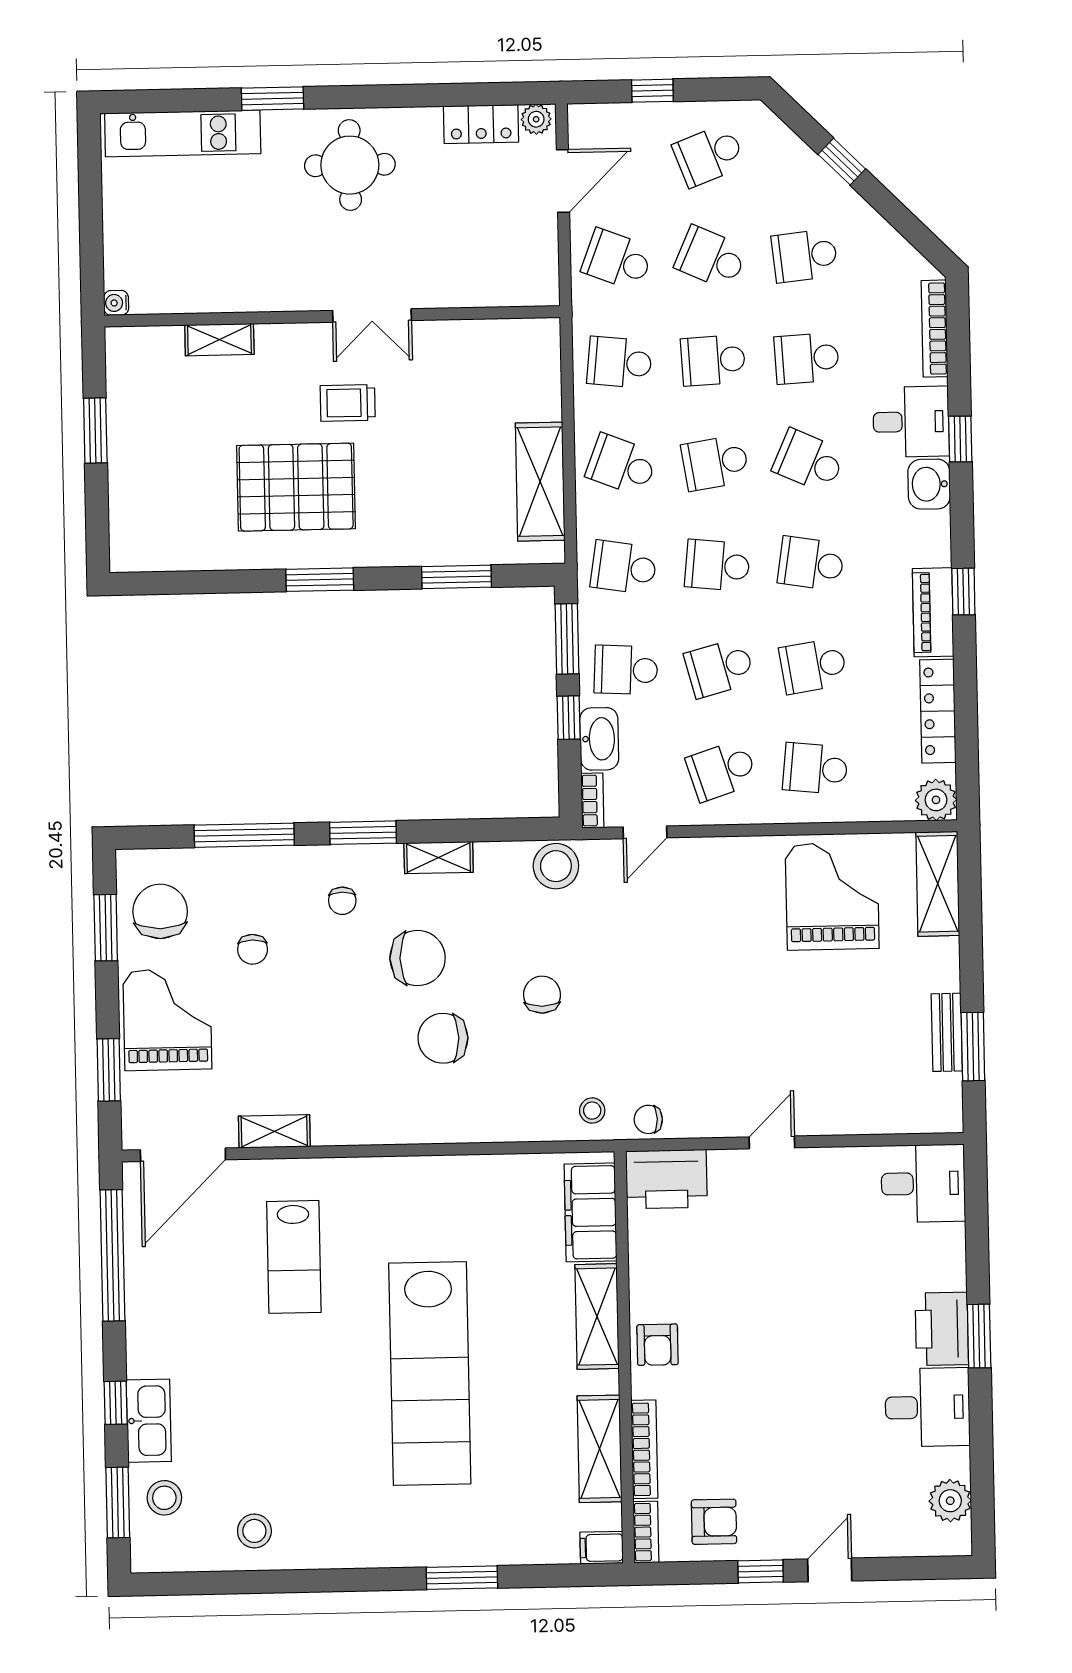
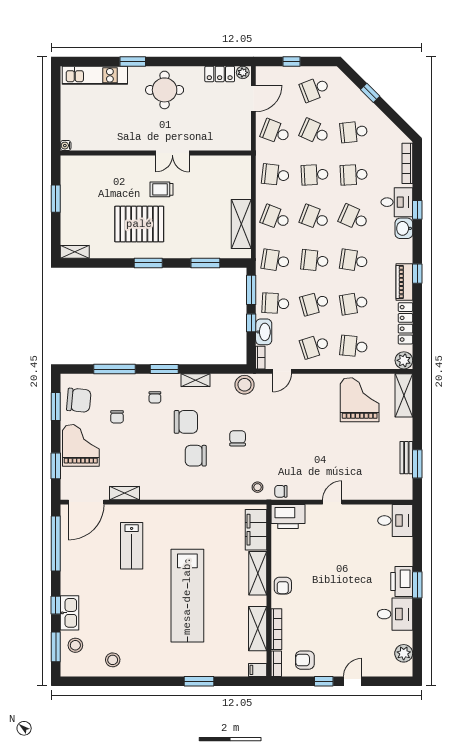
shelving: (219, 340) -> (75, 252), moved
school desk: (715, 463) -> (315, 218), turned 30
chair: (160, 911) -> (79, 400), turned 95
armchair: (714, 1522) -> (305, 660), turned 180

